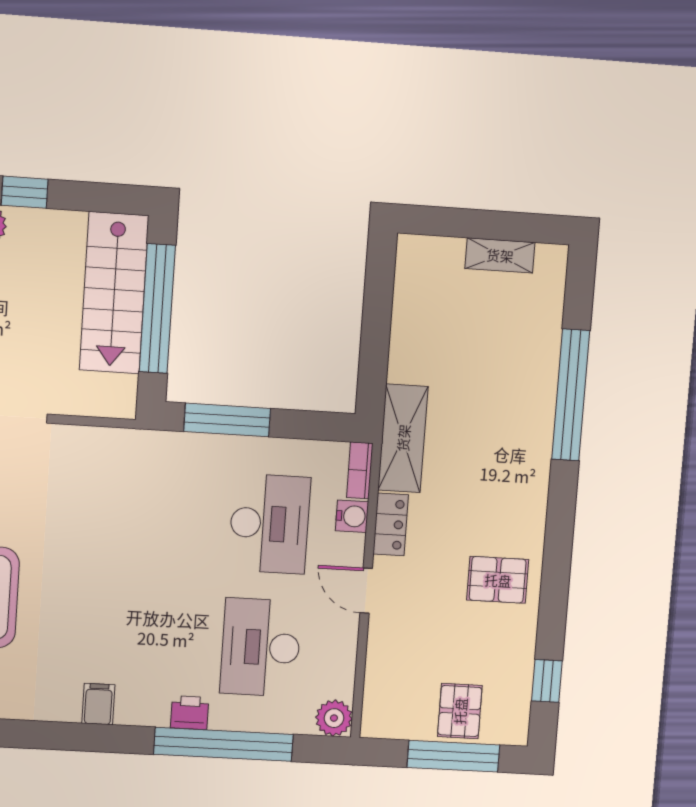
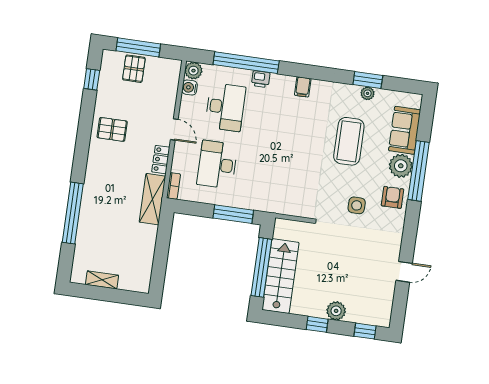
water cooler: (352, 516) -> (190, 87), moved

